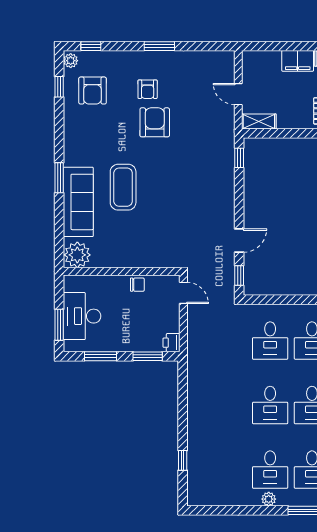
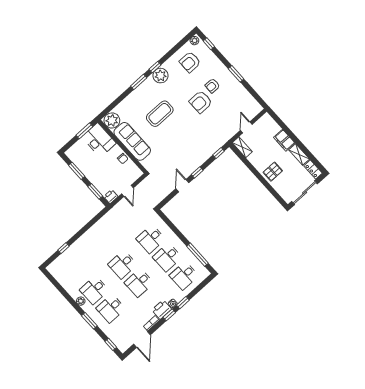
window: (59, 87) -> (155, 67), moved
armchair: (155, 122) -> (201, 102), turned 180
plant: (76, 143) -> (161, 76), added
sofa: (78, 202) -> (132, 141), moved, turned -90
door: (239, 240) -> (182, 186), swing flipped
window: (239, 276) -> (197, 172), moved
door: (183, 293) -> (127, 191), moved
desk: (82, 316) -> (99, 140), moved, turned 90
window: (59, 325) -> (84, 131), moved

